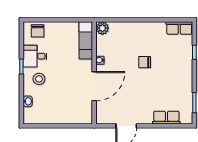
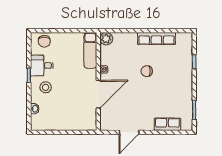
row of seats: (179, 28) -> (156, 39), moved, width x1.48

